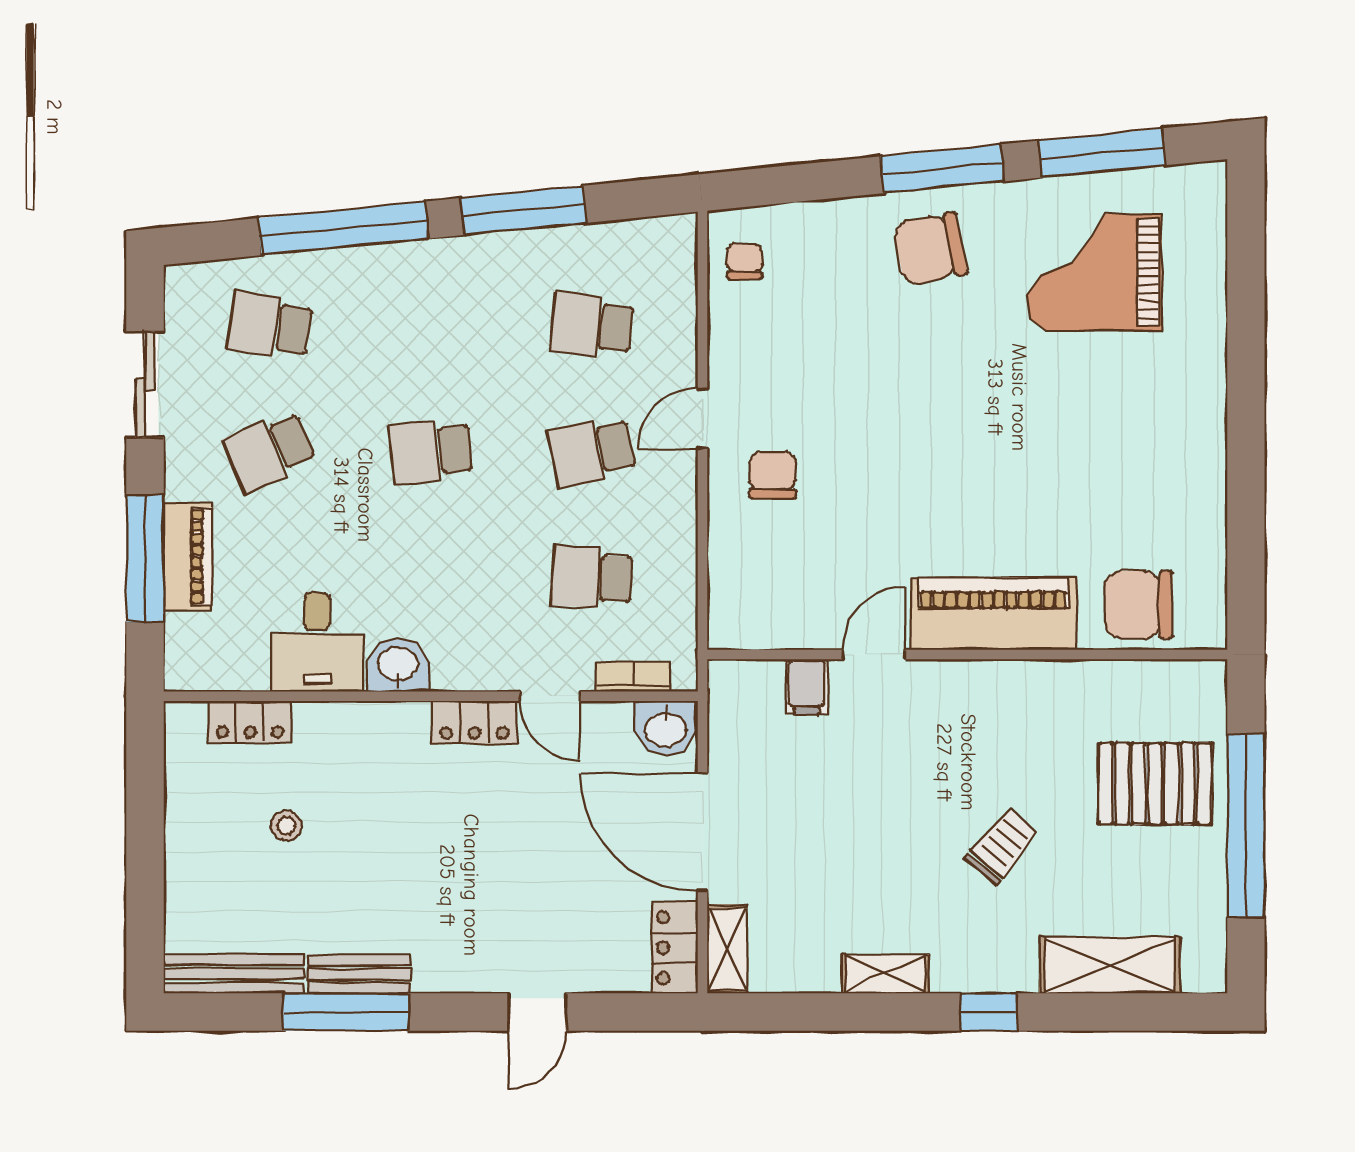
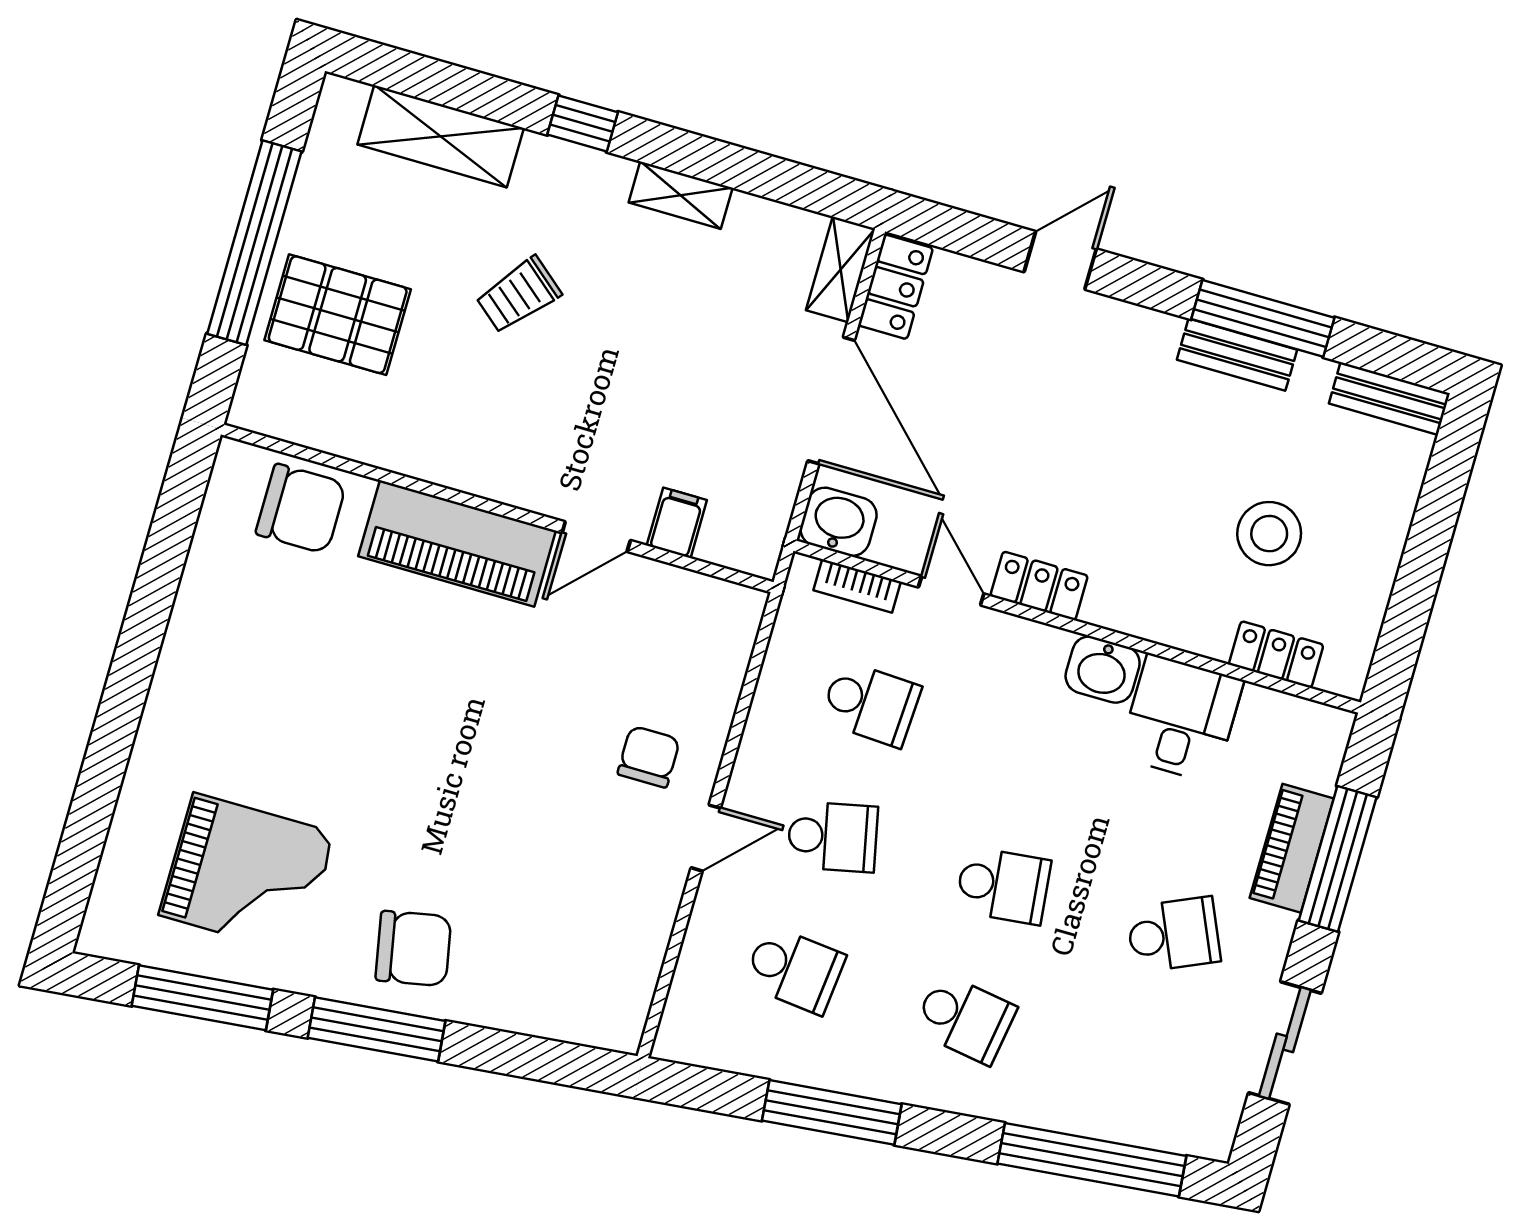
window: (343, 228) -> (1092, 1160), moved
chair: (745, 261) -> (613, 992), removed
school desk: (270, 326) -> (965, 1019), moved
chair: (773, 475) -> (649, 757), turned 180
stool: (286, 826) -> (1269, 534), width x1.89, depth x1.89
bench: (234, 974) -> (1389, 399), width x0.73

